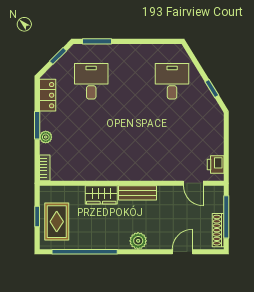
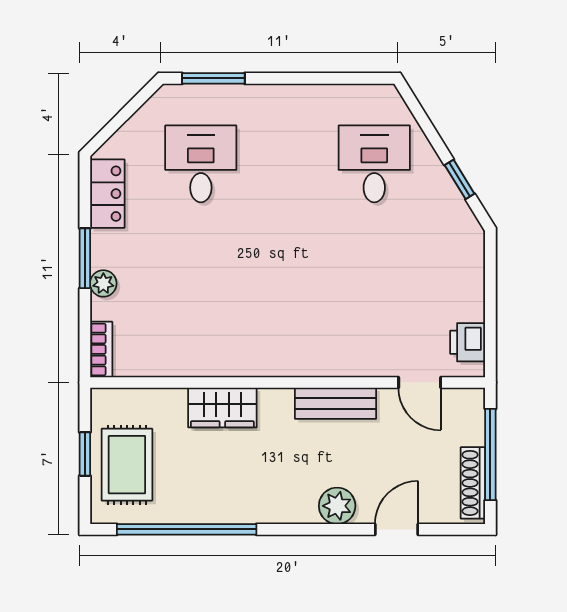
window: (58, 56) -> (130, 109), removed
bench: (138, 193) -> (335, 403), moved
plant: (138, 241) -> (337, 506), moved

